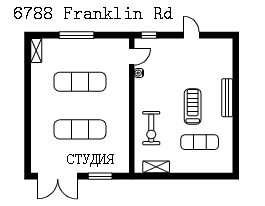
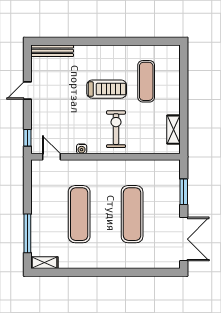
window: (76, 35) -> (27, 233), moved
water cooler: (139, 73) -> (82, 149), moved
bench: (227, 98) -> (52, 51), moved
treadmill: (193, 107) -> (107, 89), turned 180
exercise bike: (151, 128) -> (116, 129), moved, turned -90

